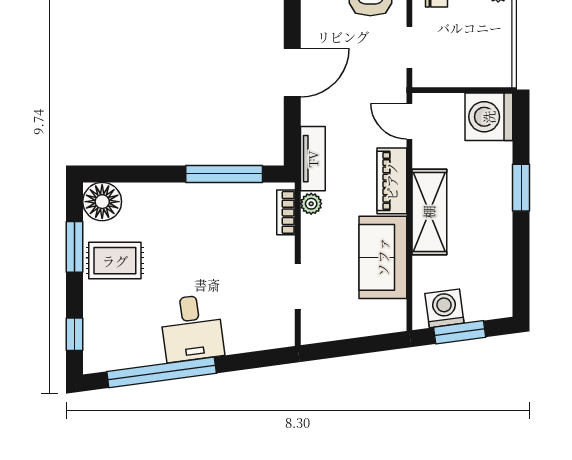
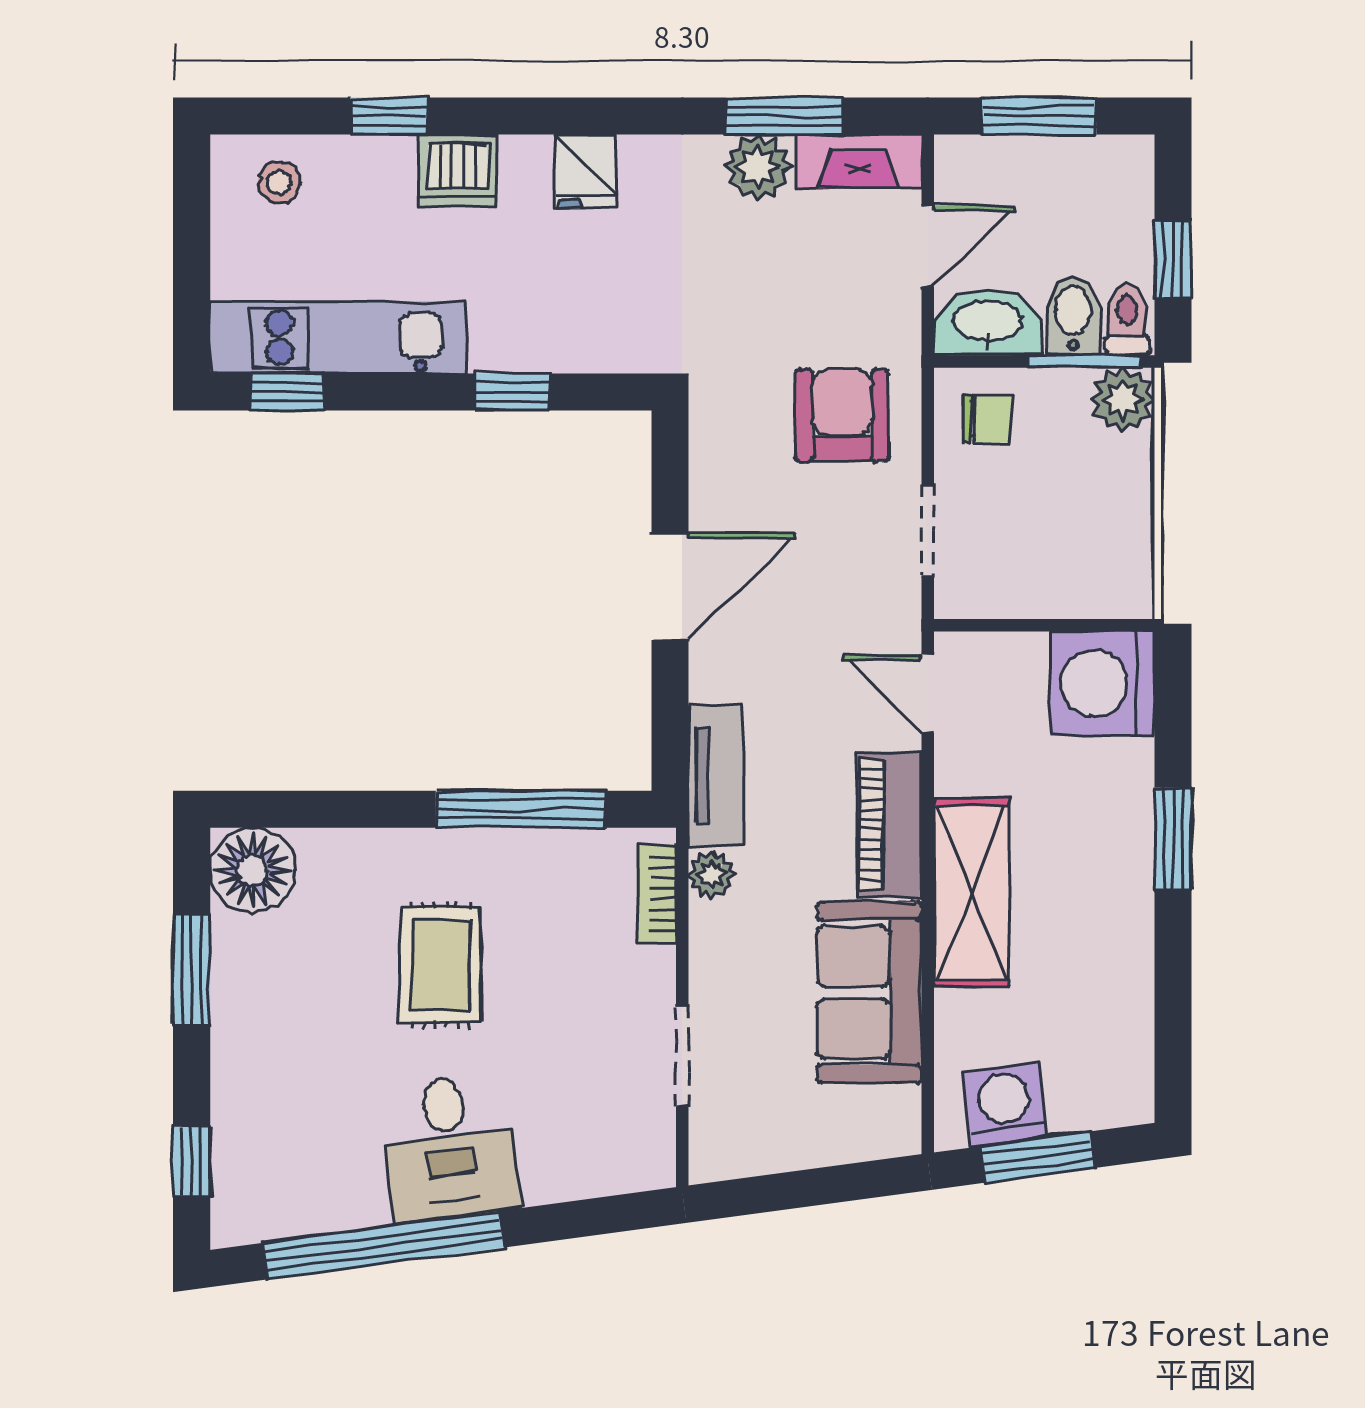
rug: (115, 261) -> (440, 965), moved, turned 90

